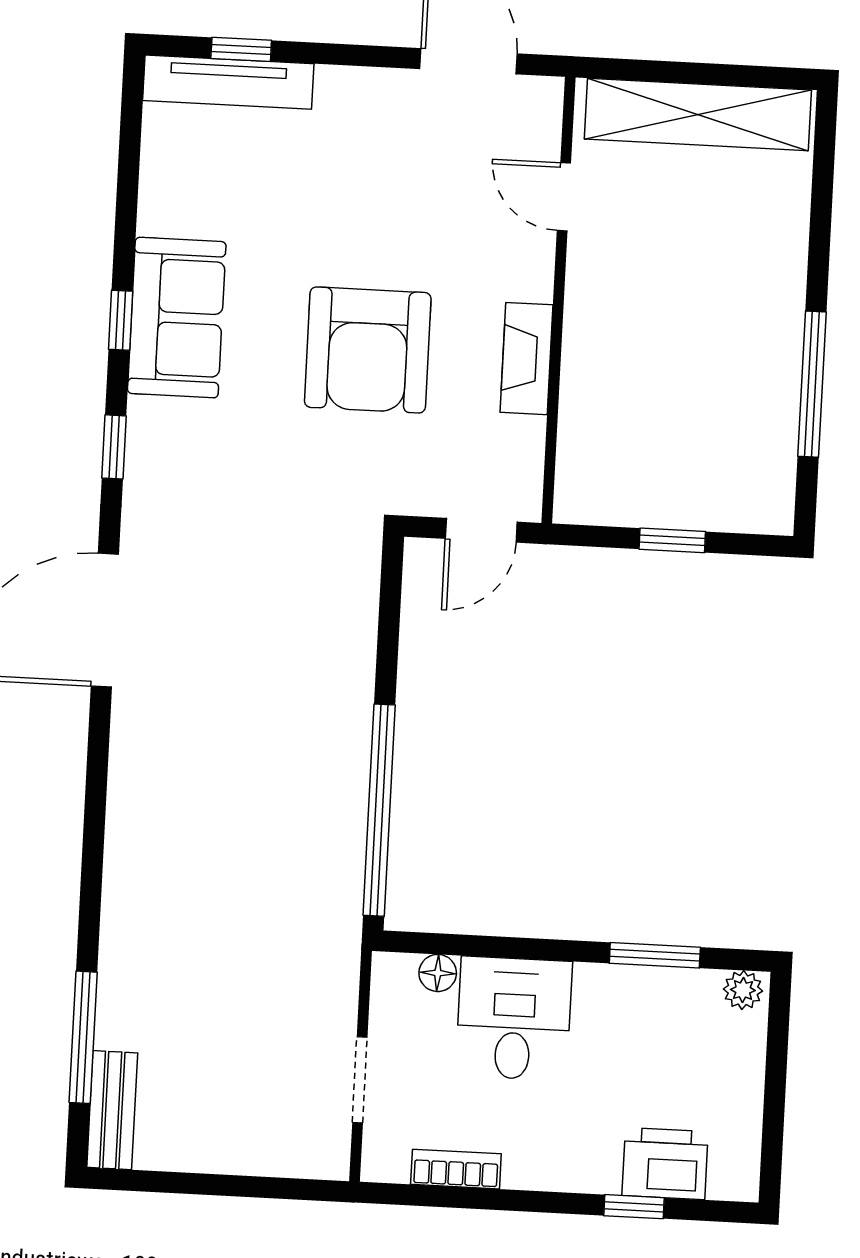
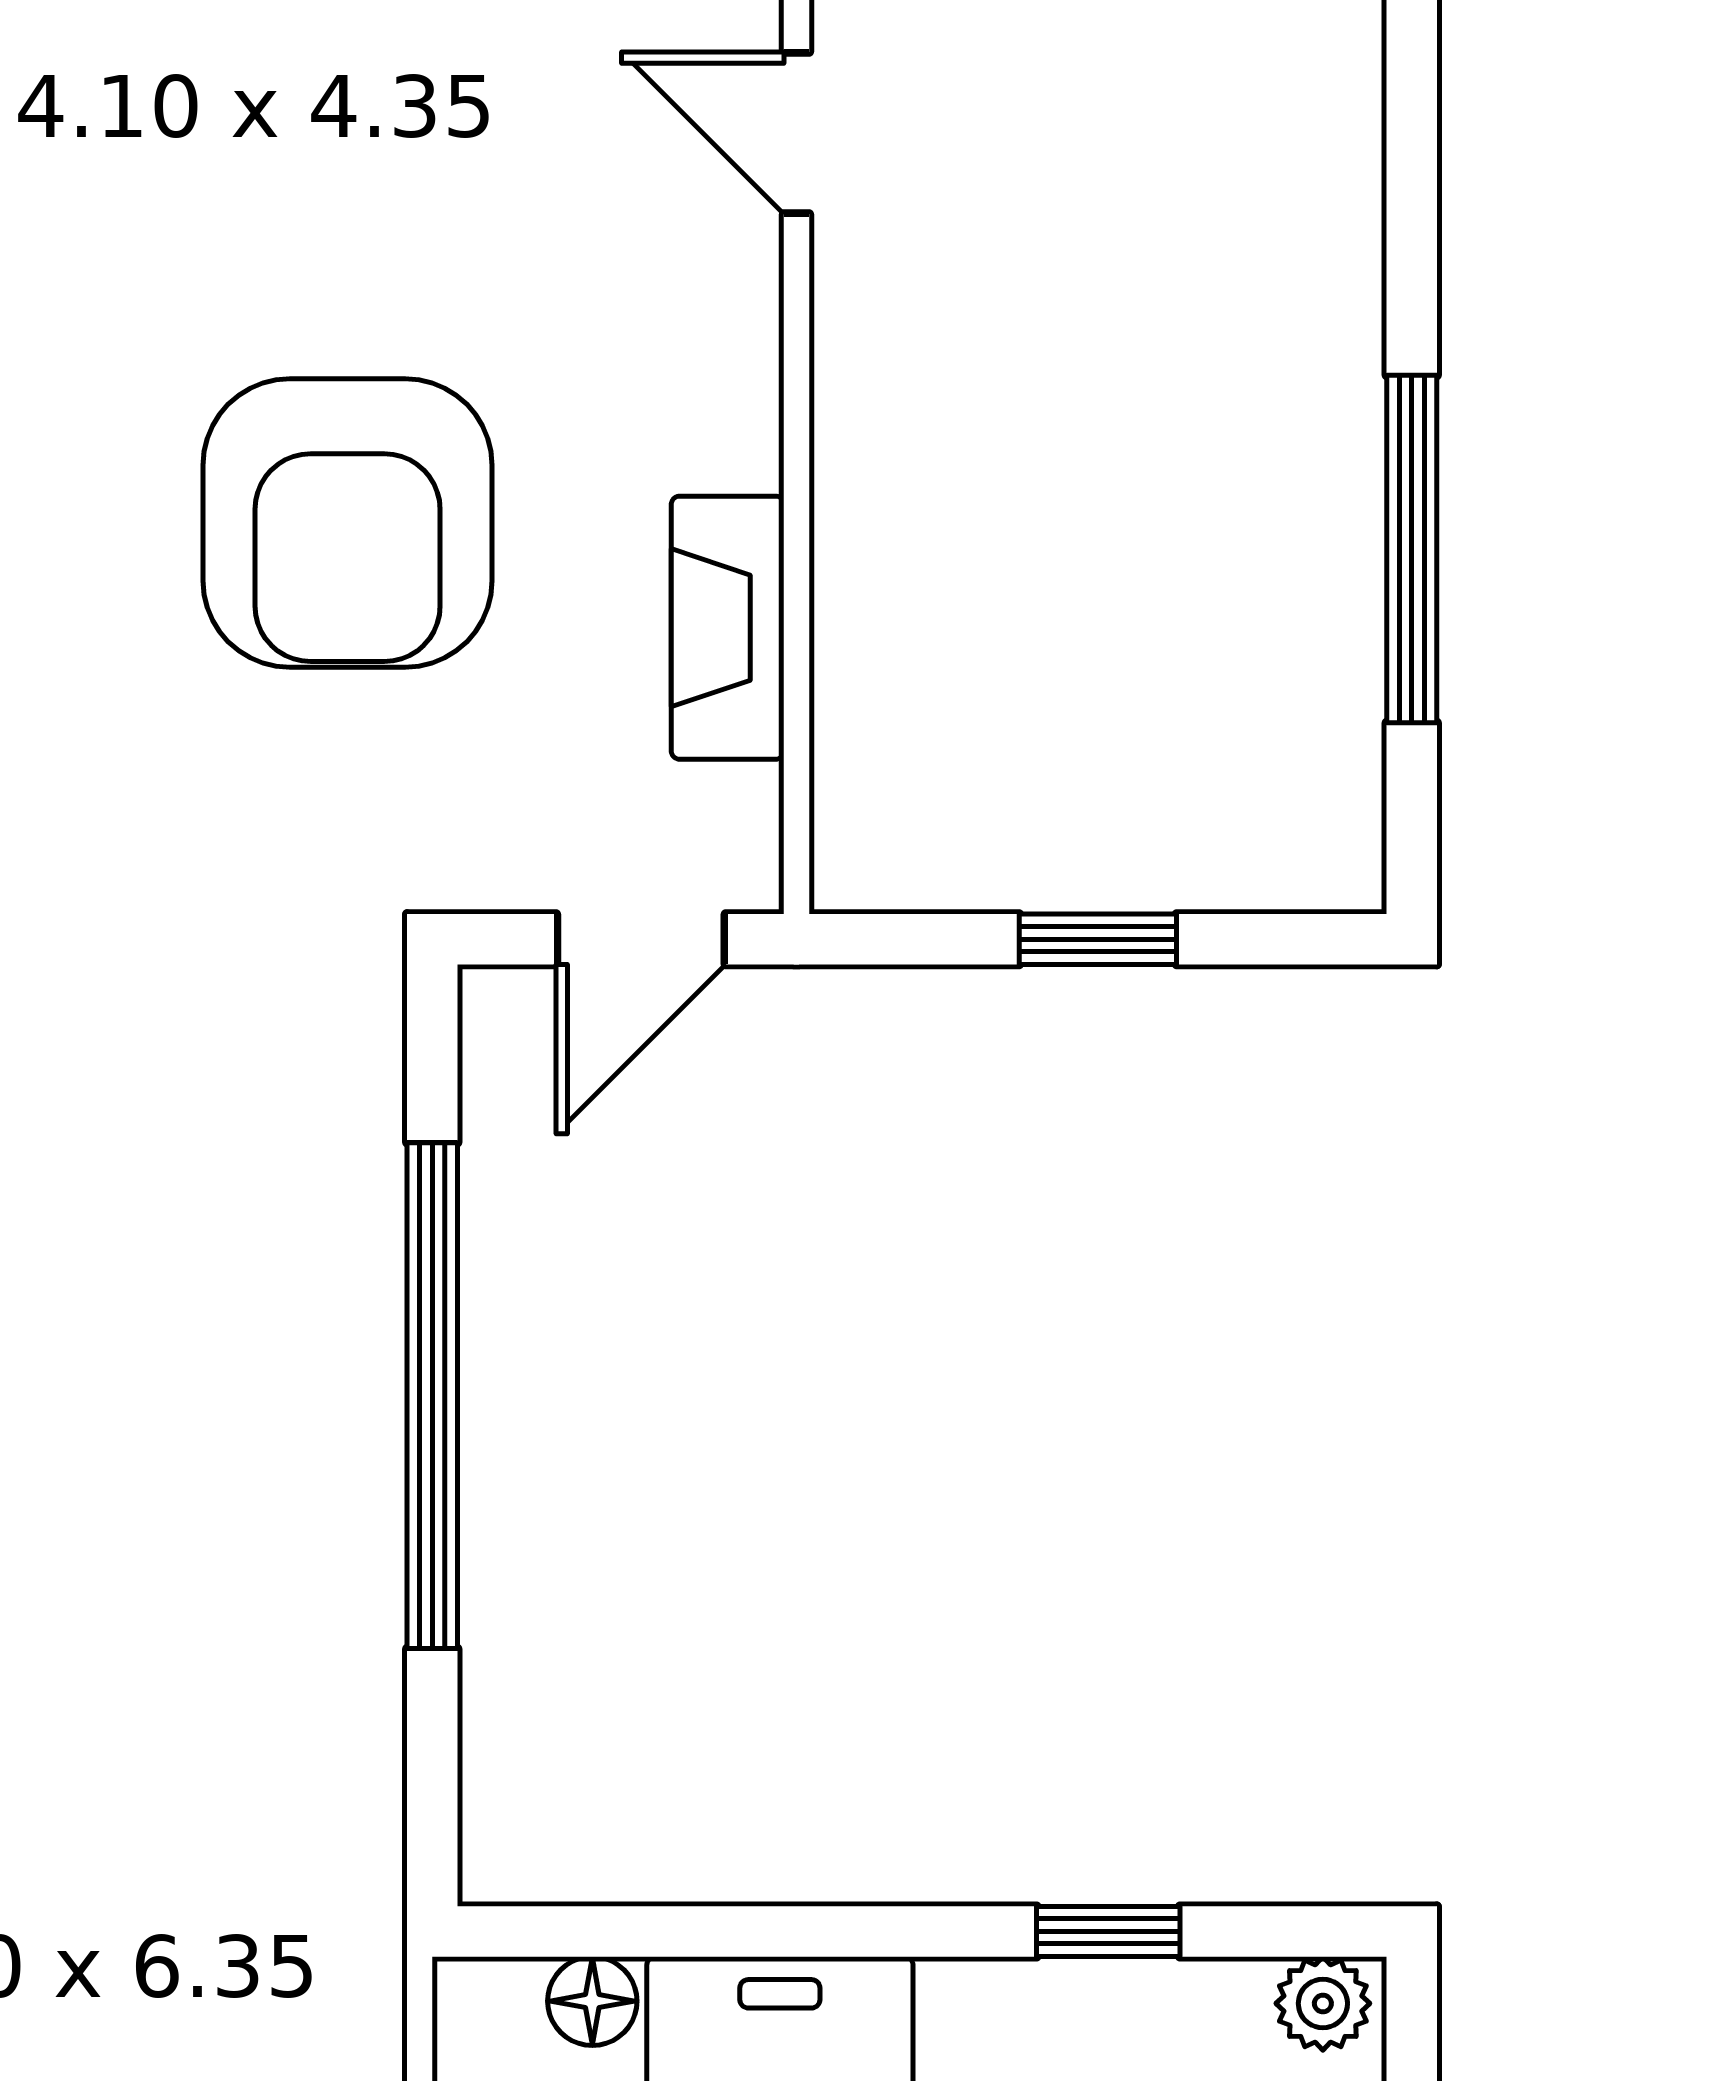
fireplace: (527, 359) -> (728, 628), moved
window: (379, 810) -> (432, 1396), moved
window: (655, 955) -> (1108, 1931), width x0.67

